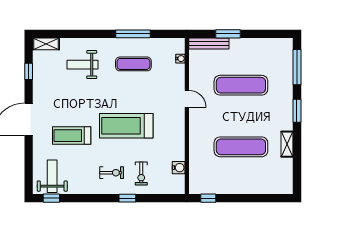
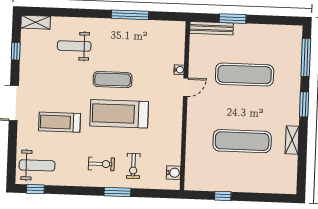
water cooler: (180, 59) -> (179, 70), moved
exercise mat: (133, 64) -> (113, 80), moved
door: (187, 99) -> (186, 87), hinge flipped
water cooler: (179, 168) -> (173, 173), moved
weight bench: (52, 176) -> (37, 165), turned 90
window: (127, 198) -> (117, 192), width x1.50
window: (208, 198) -> (223, 196), moved

